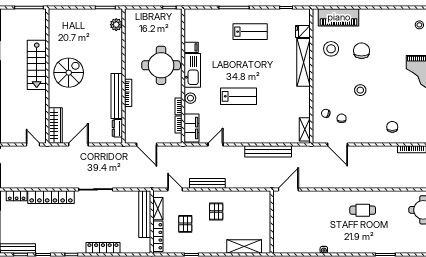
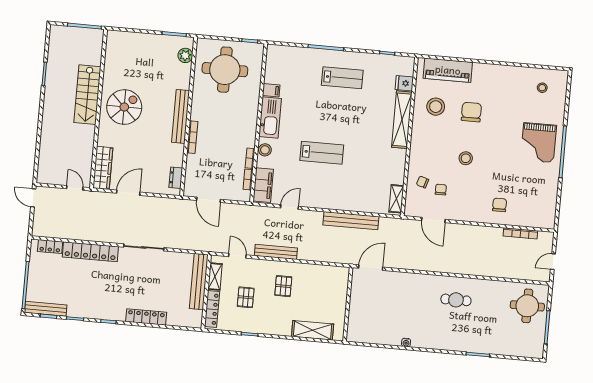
round table: (161, 65) -> (225, 70), moved
bench: (117, 96) -> (181, 116), moved

